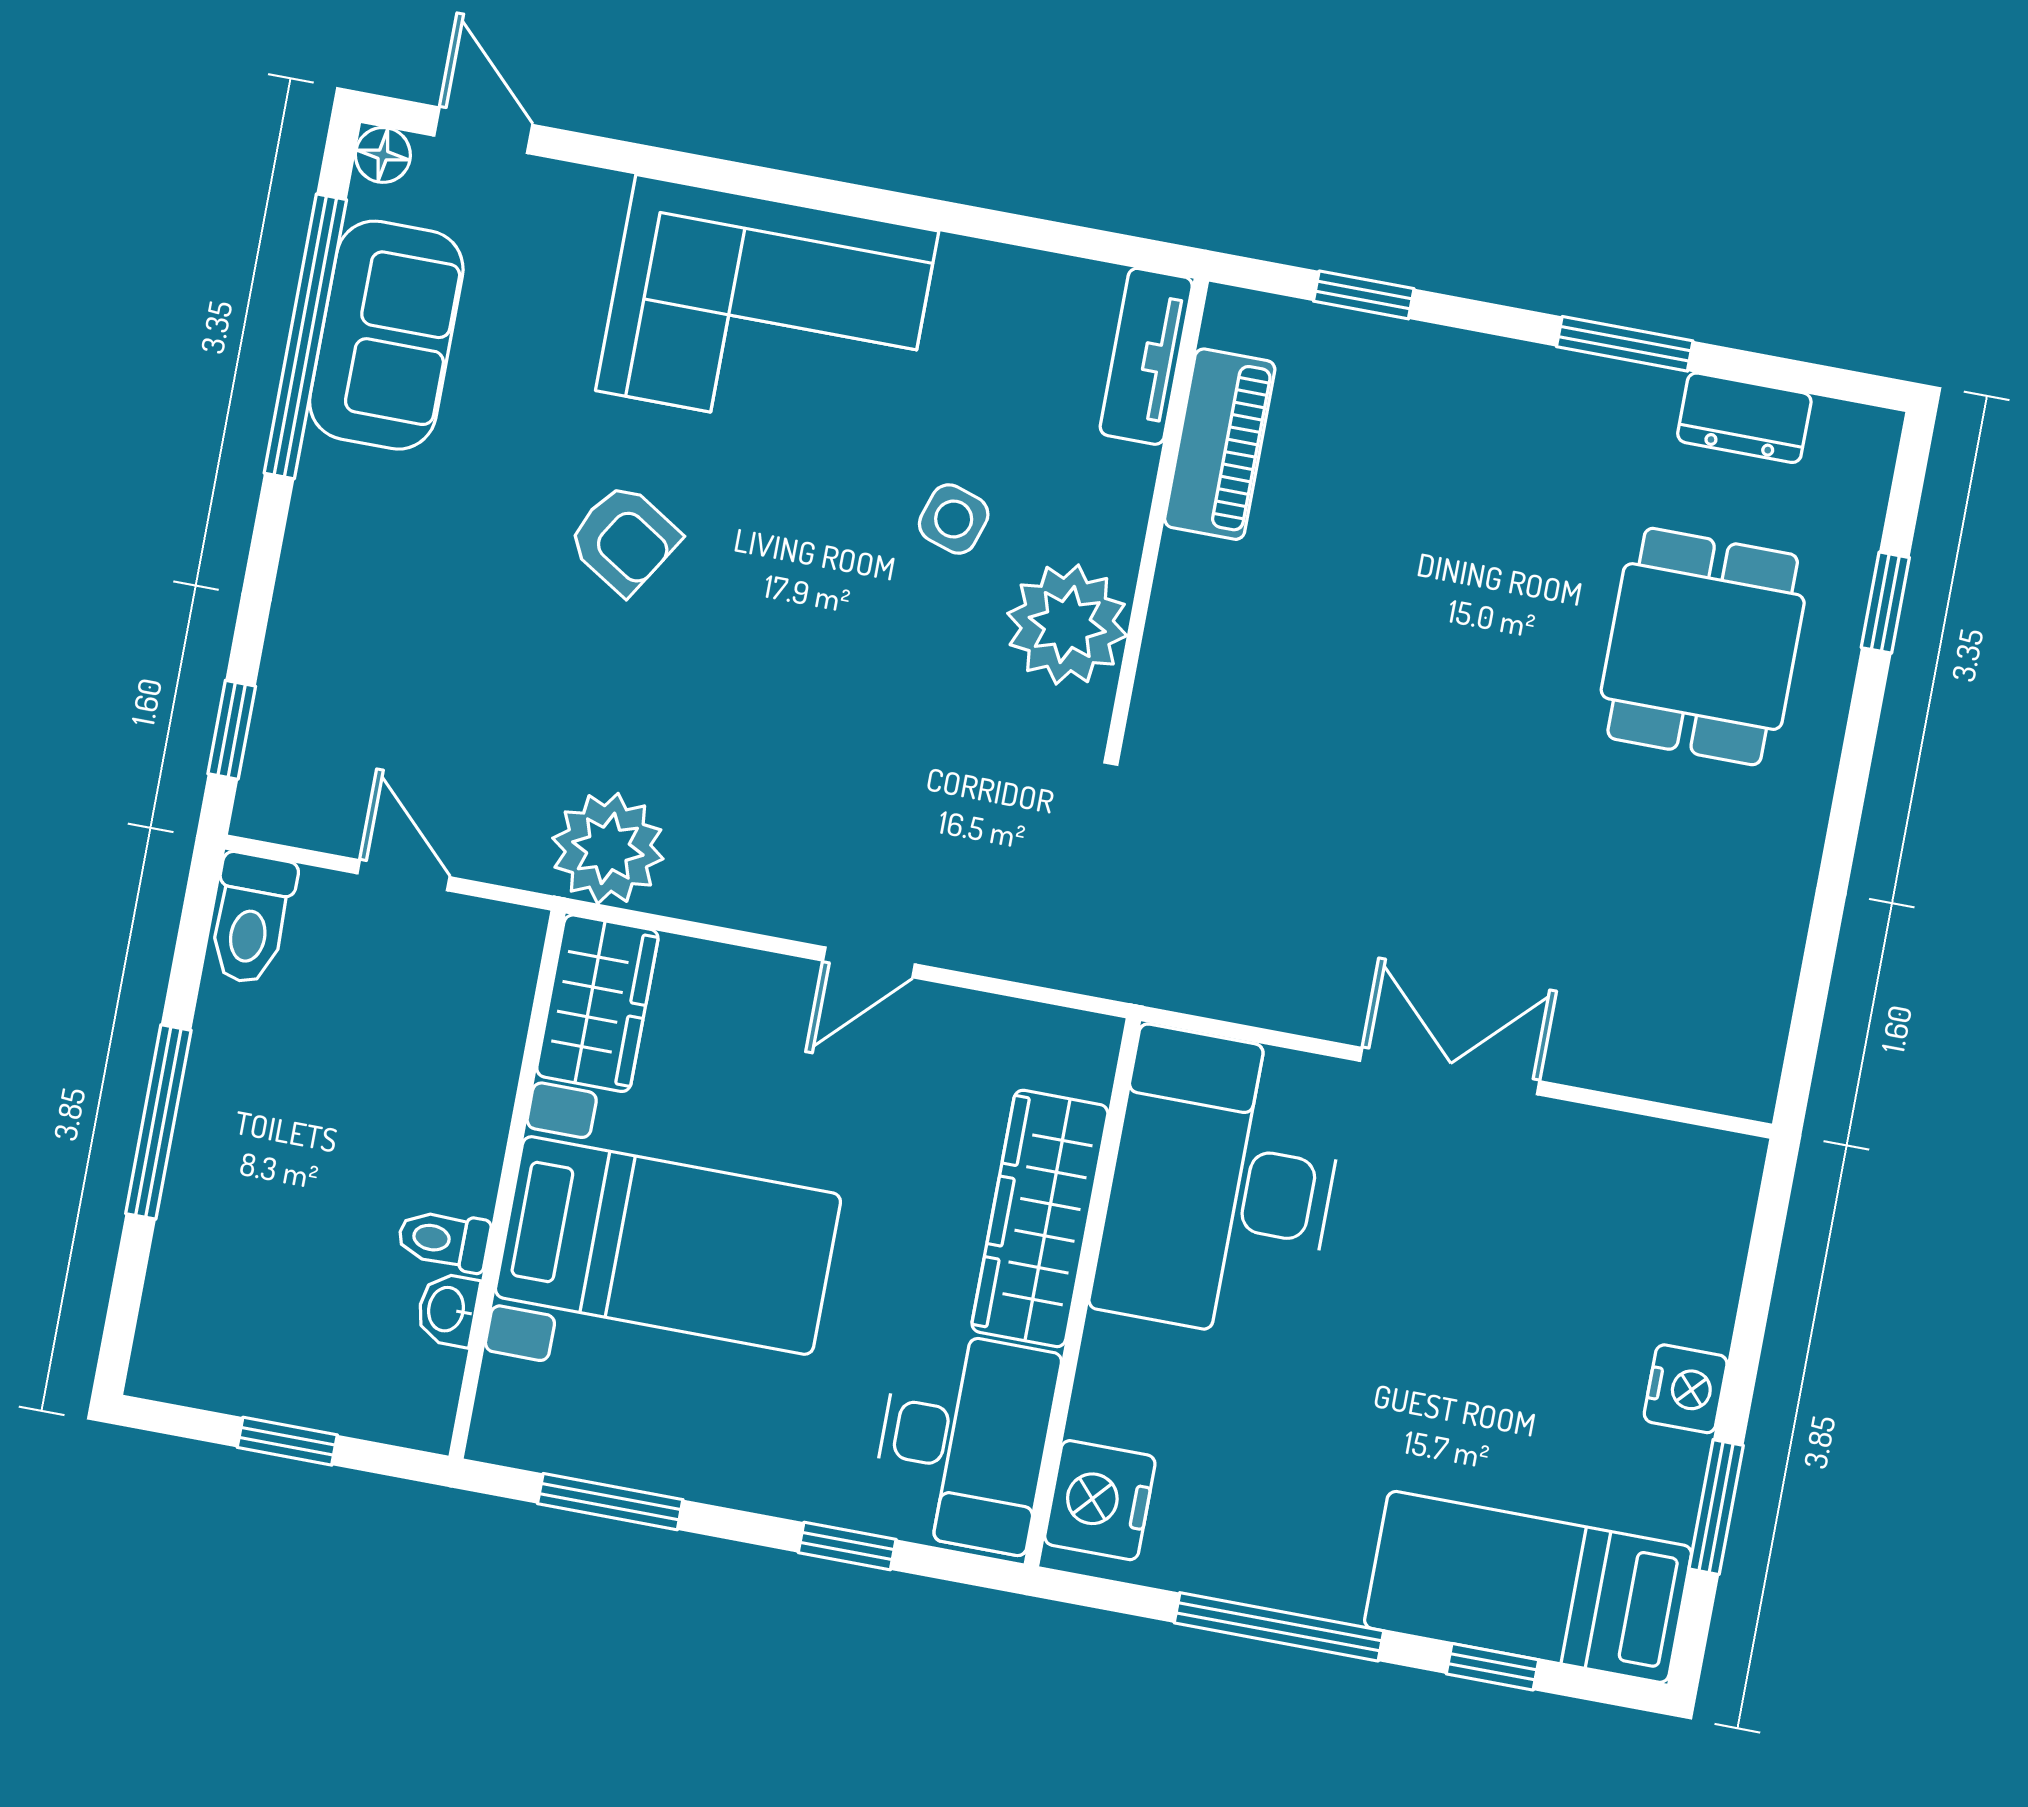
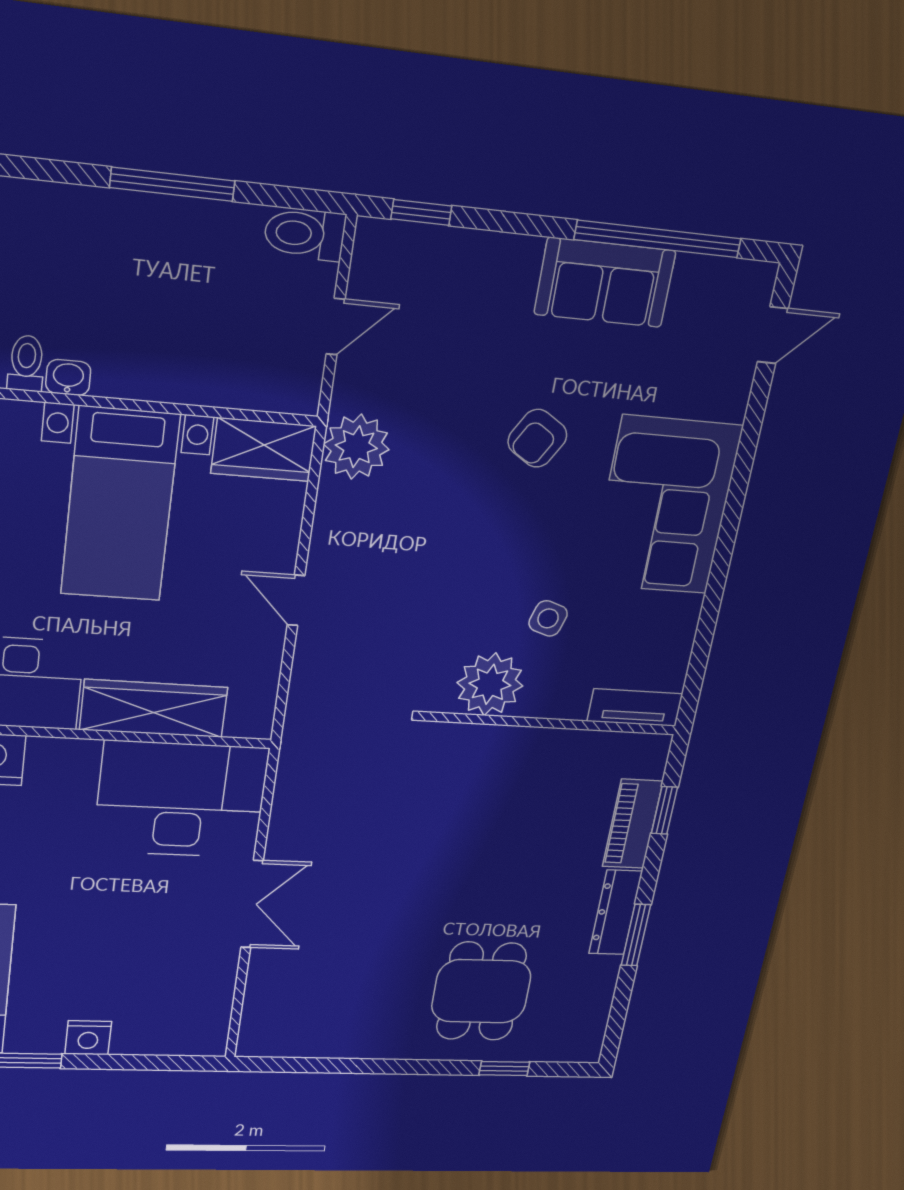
floor lamp: (383, 155) -> (762, 277), removed
sofa: (386, 335) -> (605, 283), moved
dresser: (1744, 418) -> (616, 912), moved, width x1.44
piano: (1220, 444) -> (633, 824), moved, turned 90
dining table: (1703, 647) -> (481, 991), turned 90
toilet: (444, 1240) -> (26, 363), moved

